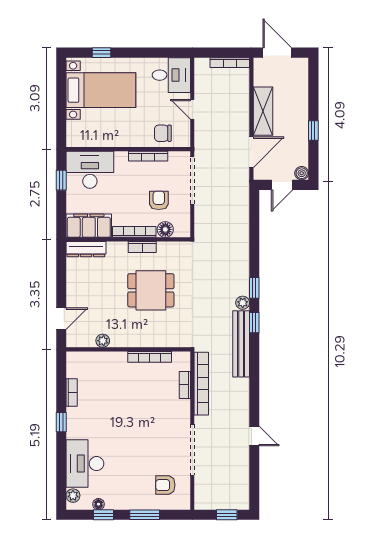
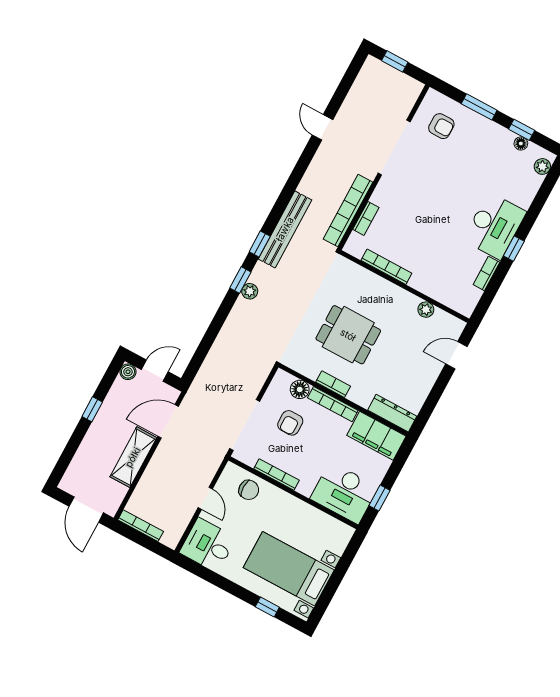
plant: (243, 303) -> (250, 291), moved
desk: (85, 464) -> (495, 226), moved

